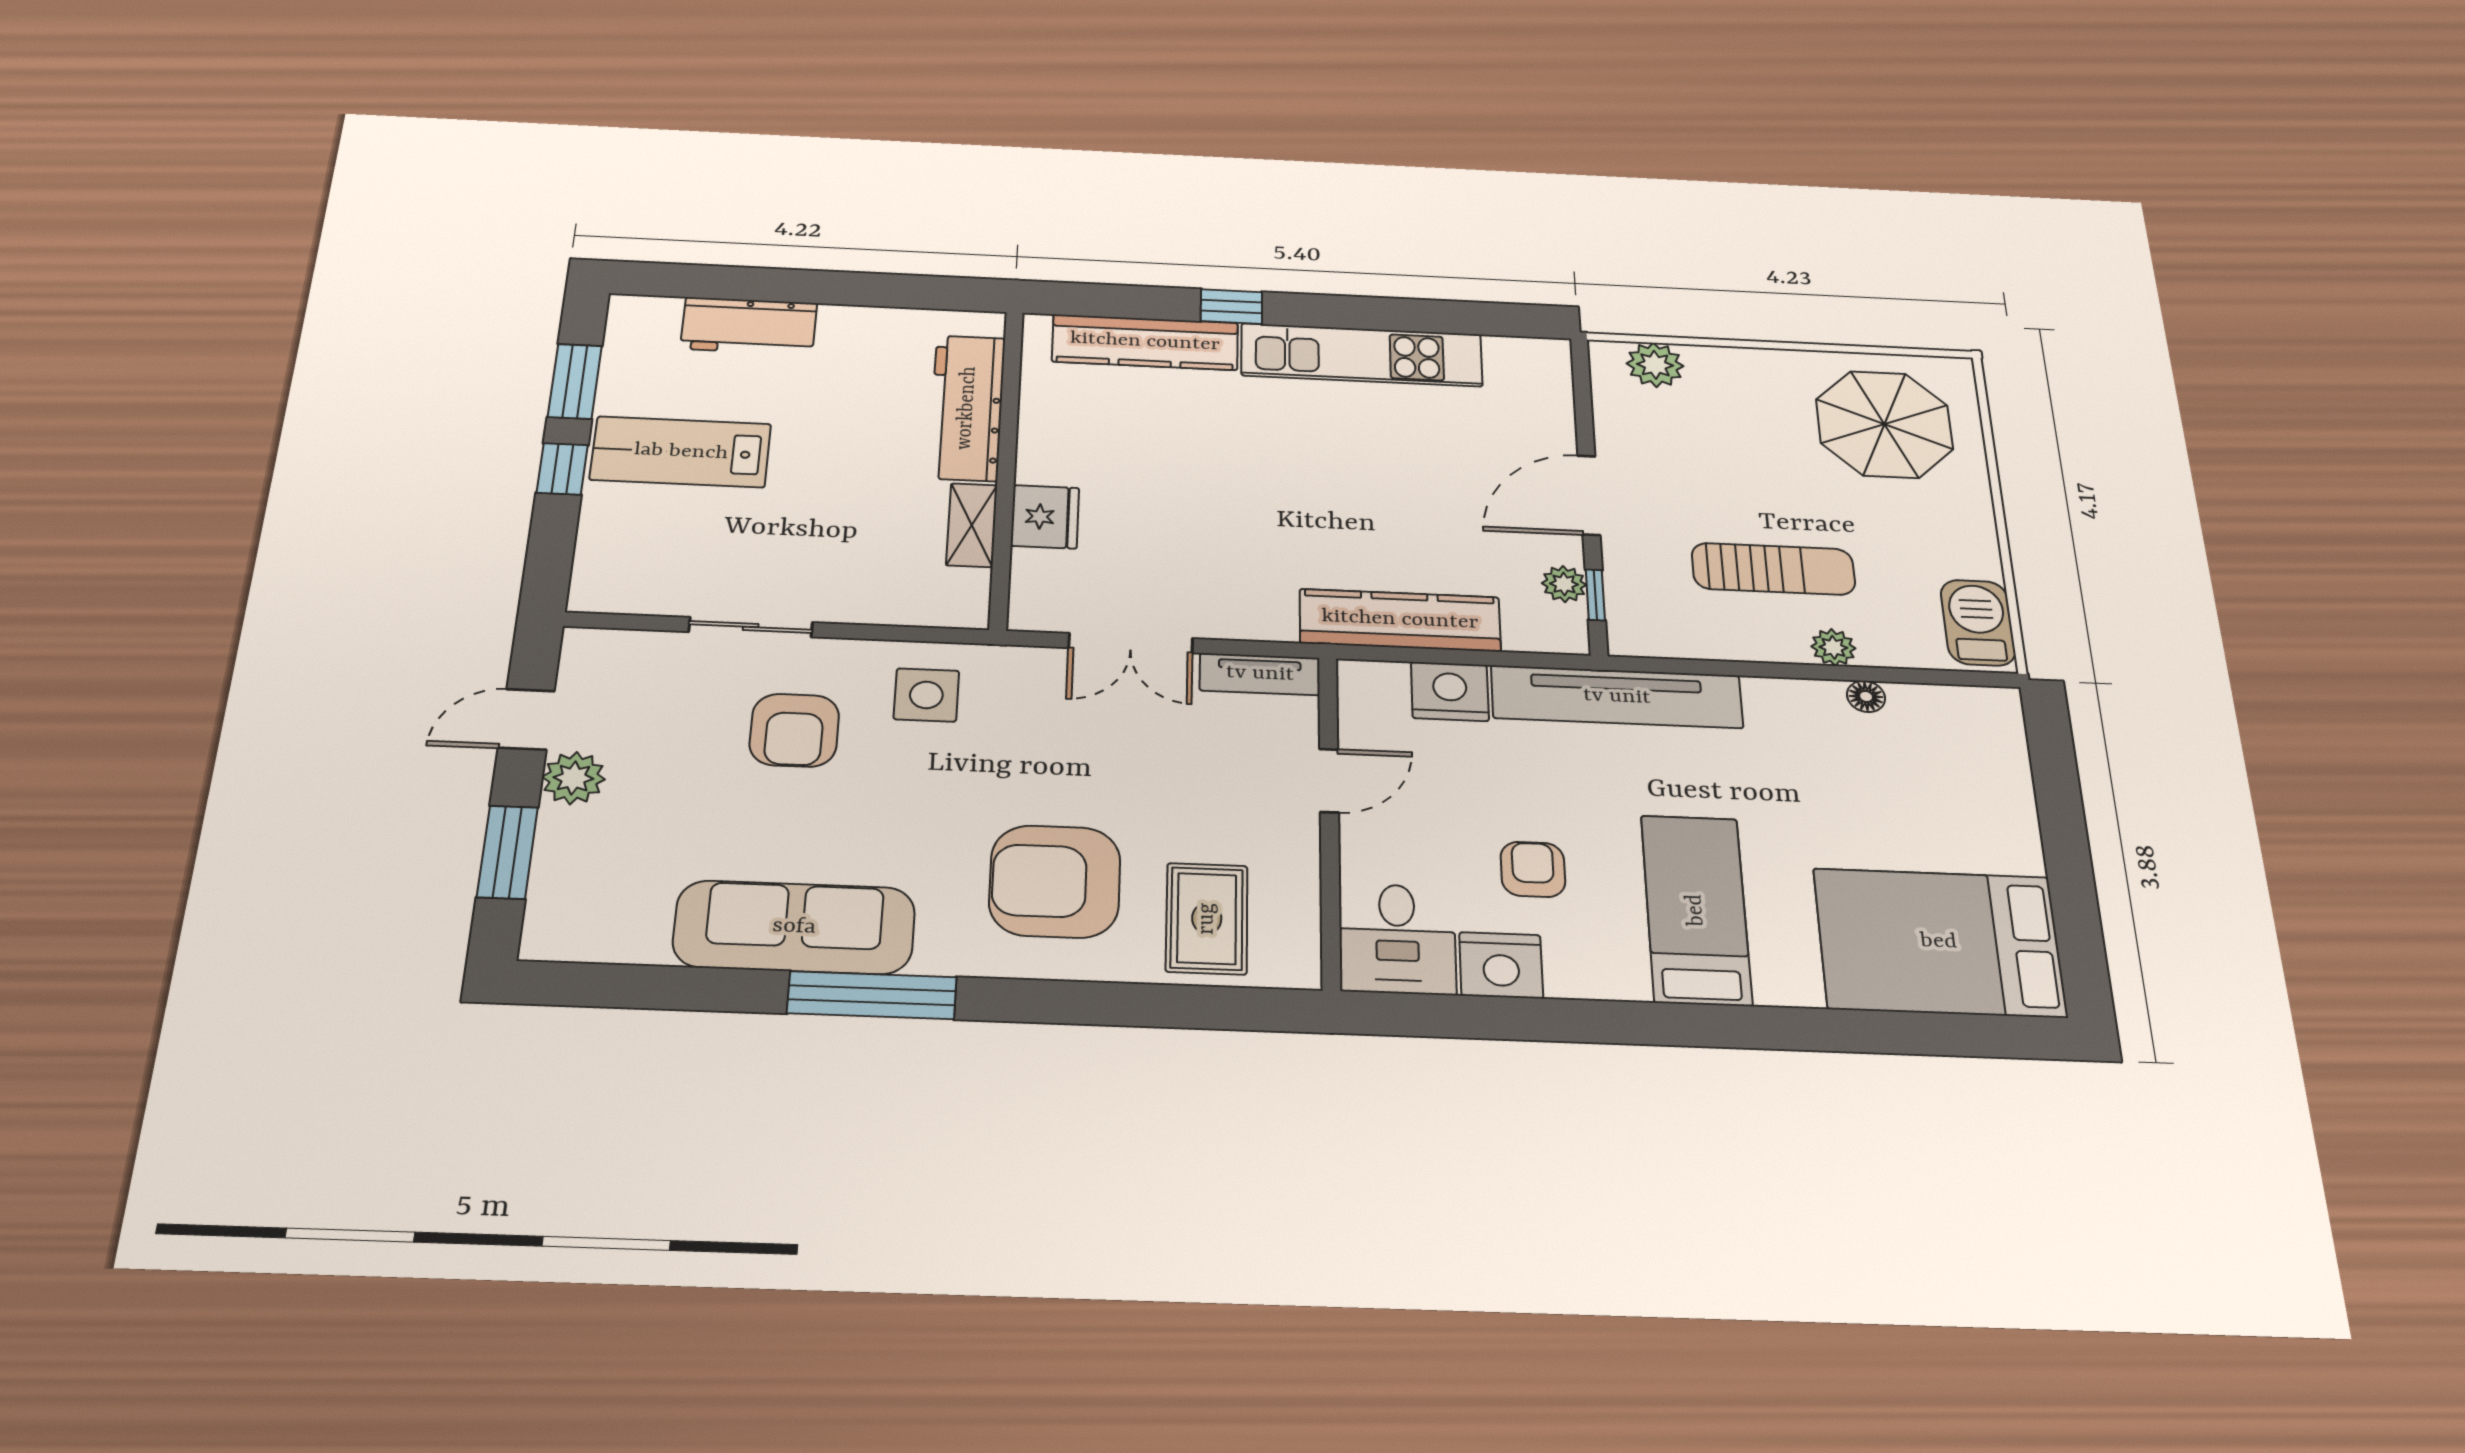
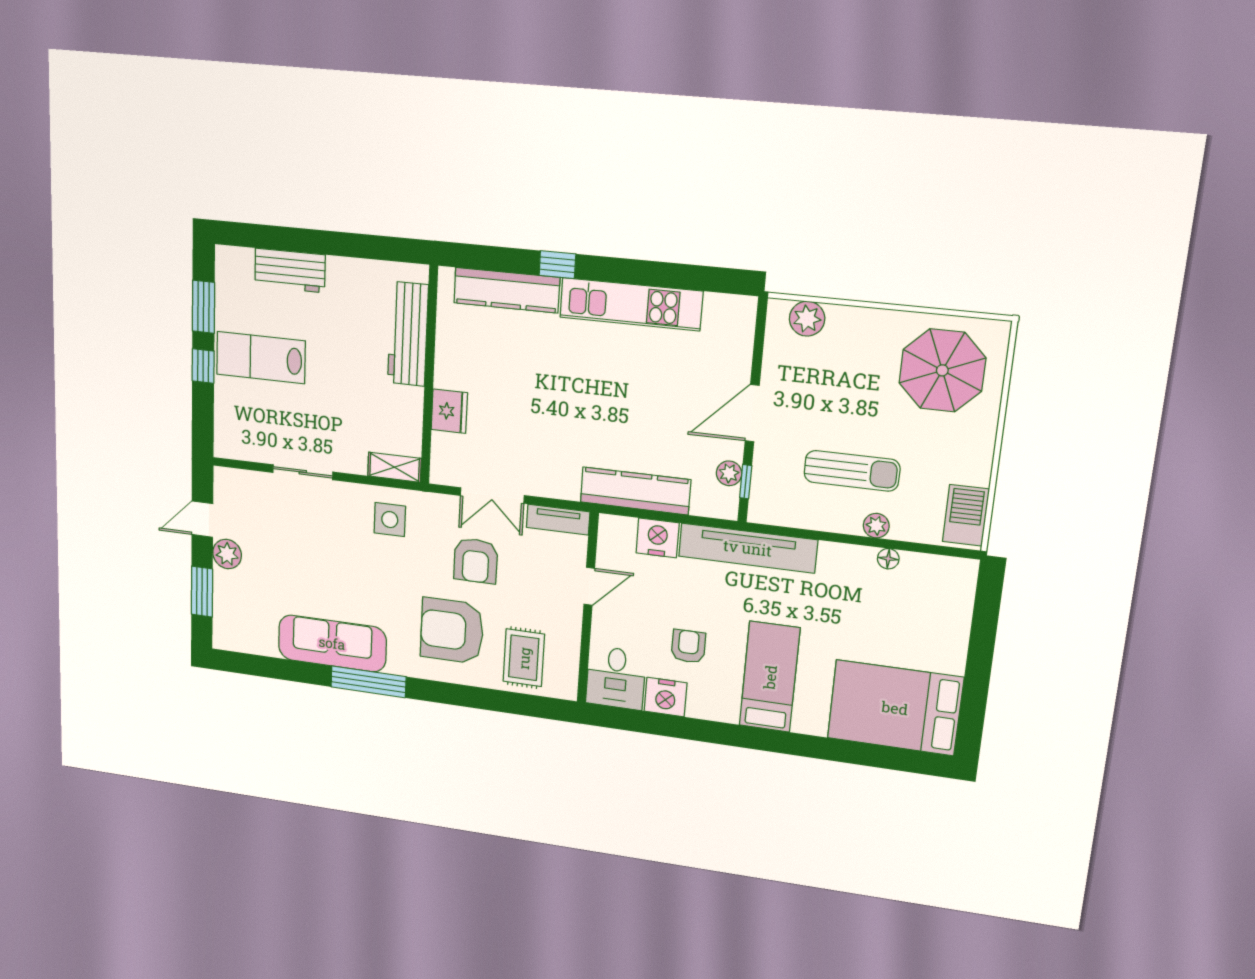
shelving: (972, 525) -> (395, 467), moved, turned 90
armchair: (794, 730) -> (476, 561), moved

